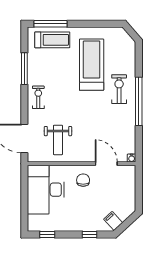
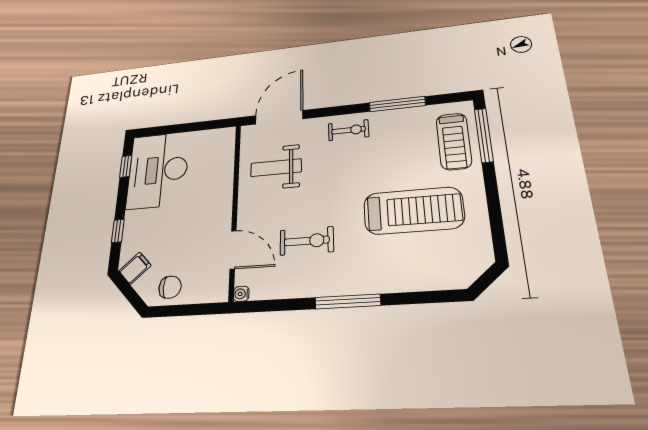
exercise bike: (119, 89) -> (307, 241), moved
window: (139, 101) -> (348, 301), width x0.68
door: (106, 164) -> (233, 250), hinge flipped
chair: (83, 180) -> (170, 287), moved
desk: (46, 190) -> (158, 170), moved, turned -90

